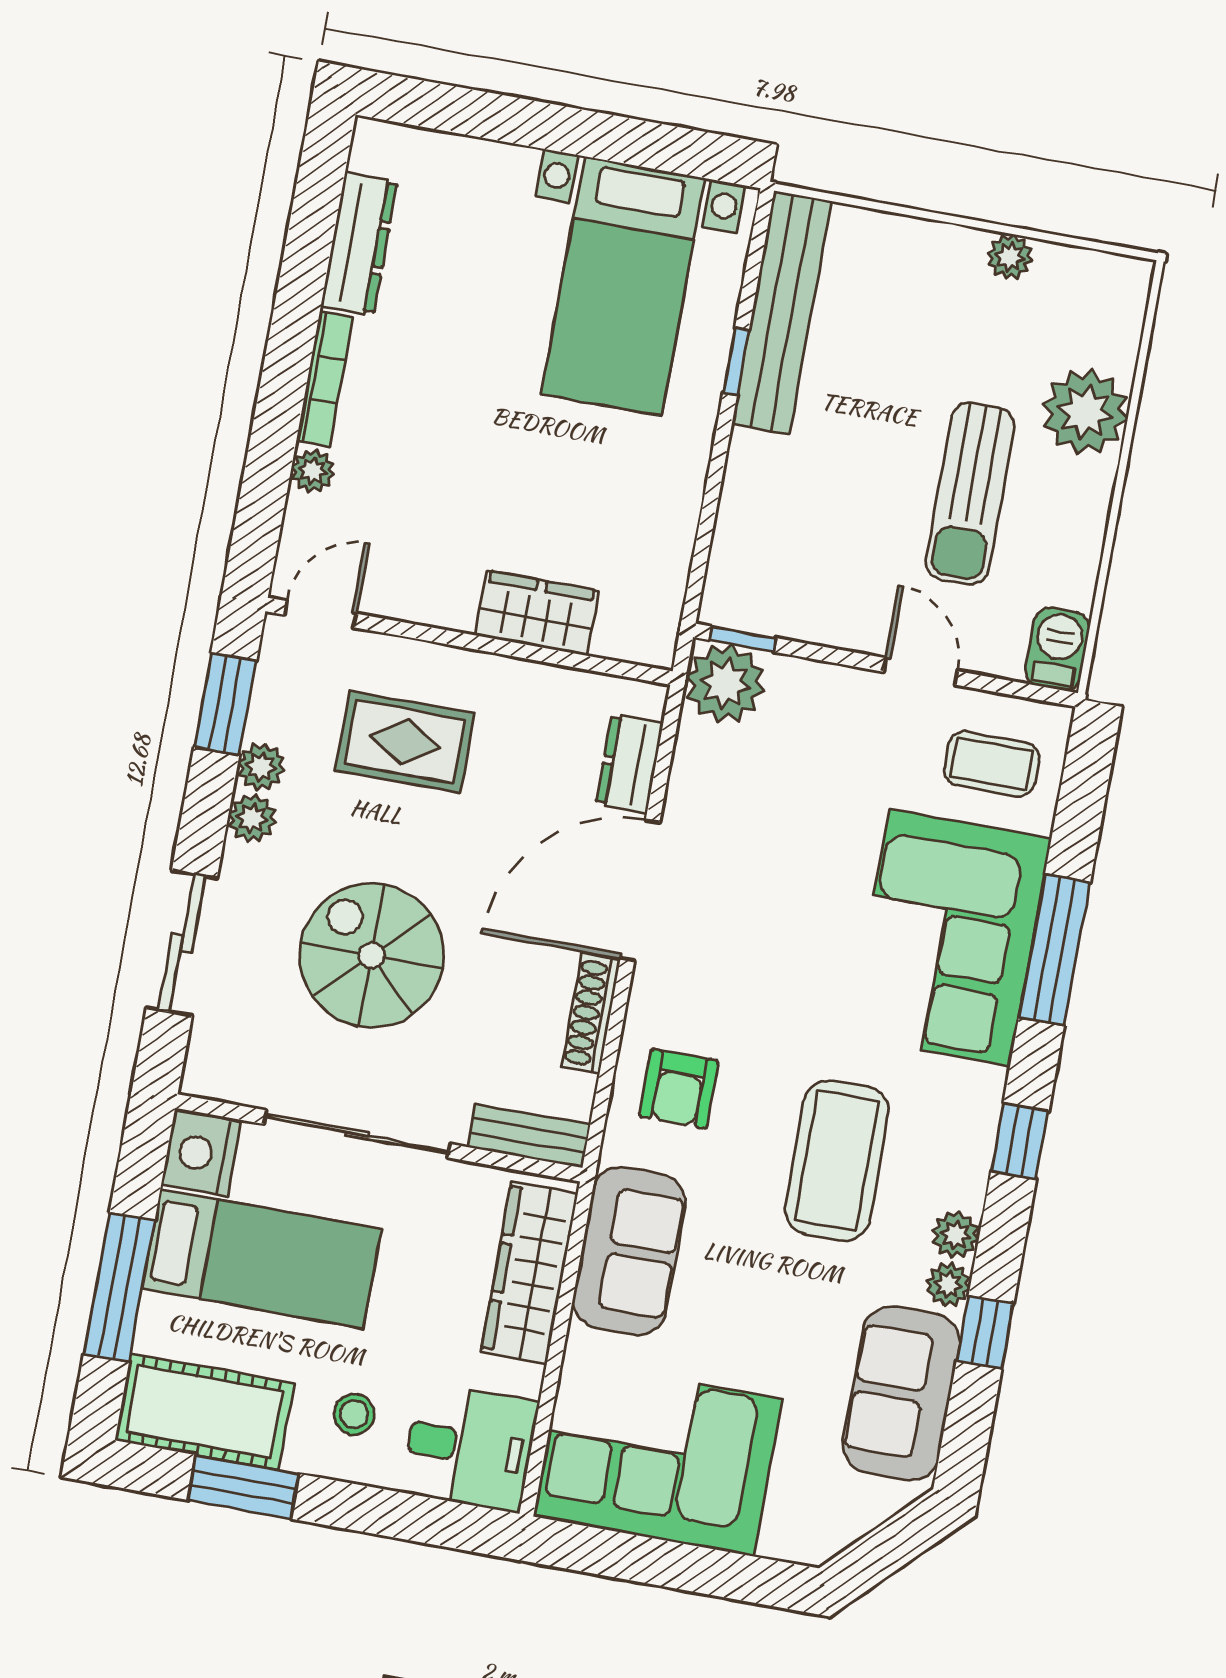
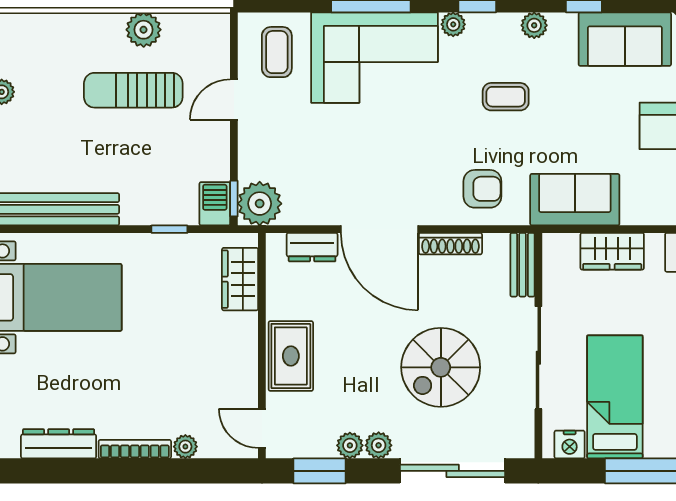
window: (736, 362) -> (169, 229), moved
plant: (1085, 412) -> (144, 30), moved, width x0.73, depth x0.73
sun lounger: (970, 494) -> (133, 90), turned 180
wardrobe: (537, 613) -> (240, 279), moved
barbecue: (1058, 649) -> (215, 204), moved, turned 90
rug: (405, 742) -> (291, 356), moved
sliding door: (182, 943) -> (453, 471), width x1.37
nightstand: (201, 1153) -> (570, 444), width x0.74, depth x0.75
coffee table: (837, 1161) -> (506, 97), width x0.54, depth x0.58
wardrobe: (529, 1273) -> (612, 251), width x0.67
plant: (948, 1285) -> (453, 24), moved

